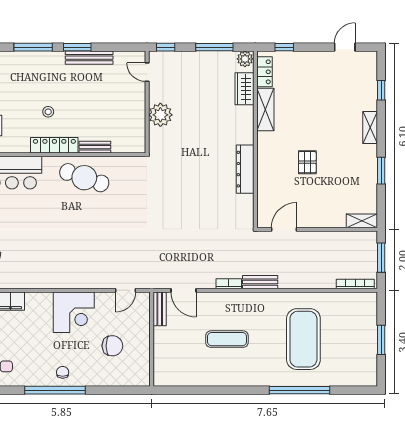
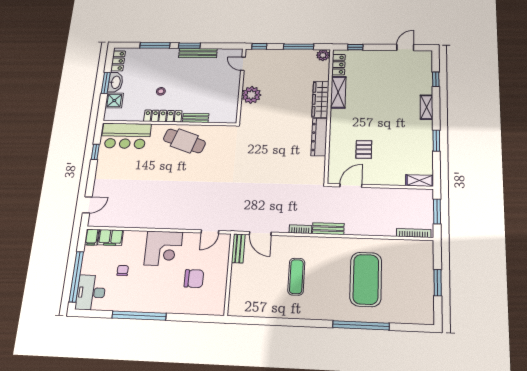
wardrobe: (244, 89) -> (320, 99), moved, width x1.50
pallet: (307, 162) -> (364, 149), moved
exercise mat: (227, 339) -> (296, 277), turned 90
chair: (63, 372) -> (123, 270), moved

